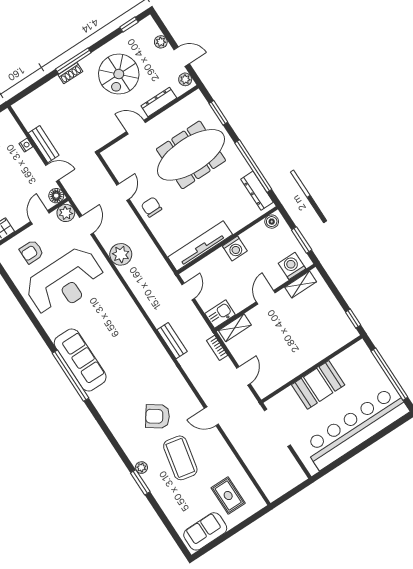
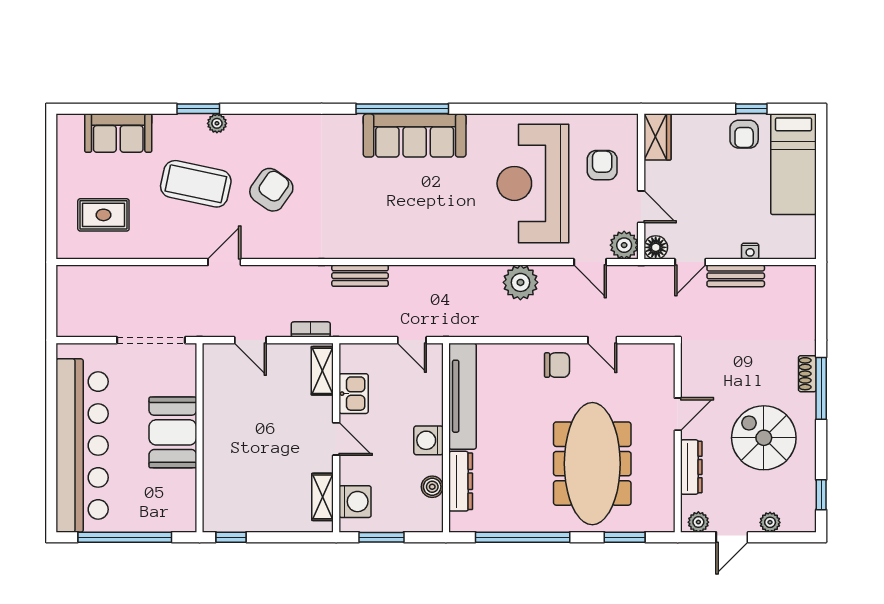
dresser: (257, 191) -> (461, 481), moved, turned 90
boiler: (272, 222) -> (432, 487), moved
kitchen sink: (220, 314) -> (354, 394), moved
sofa: (205, 531) -> (118, 133), moved, turned 90

